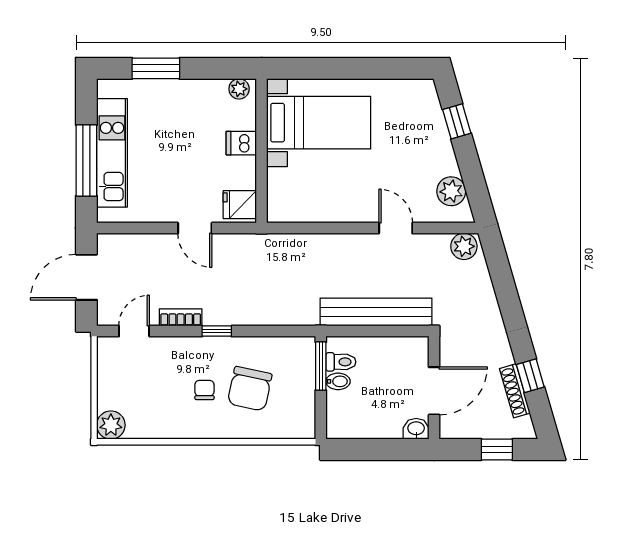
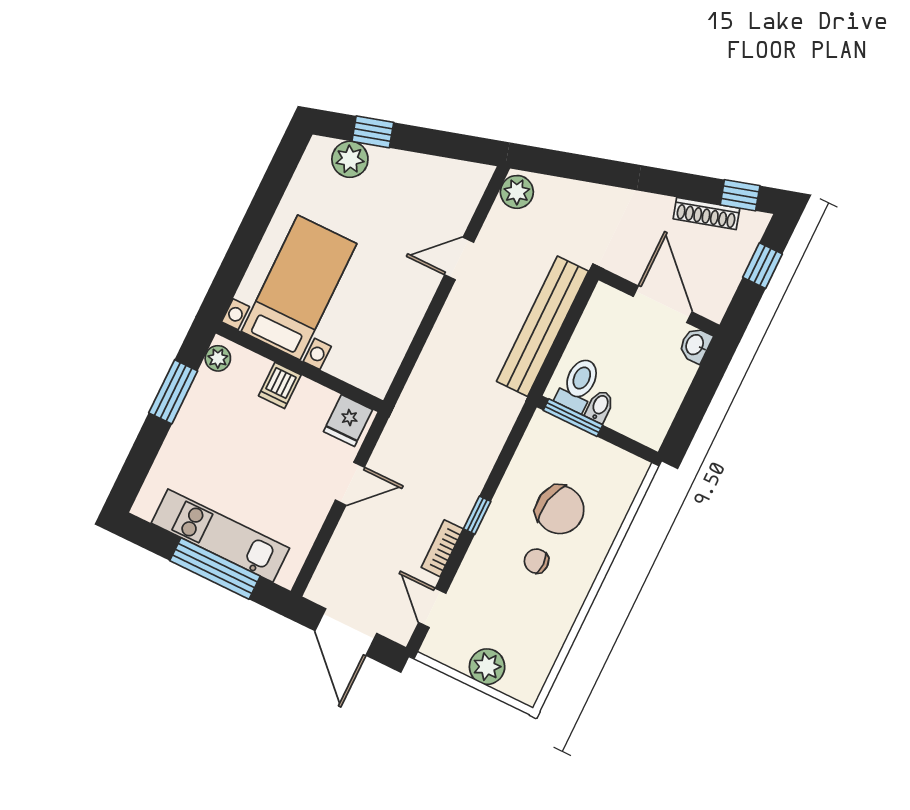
window: (156, 68) -> (173, 392), moved
plant: (451, 191) -> (350, 159), moved
toilet: (341, 362) -> (579, 385), width x1.37, depth x1.39
window: (530, 376) -> (740, 195), moved
plant: (111, 425) -> (487, 667), moved

